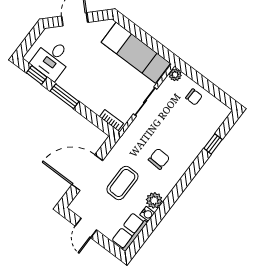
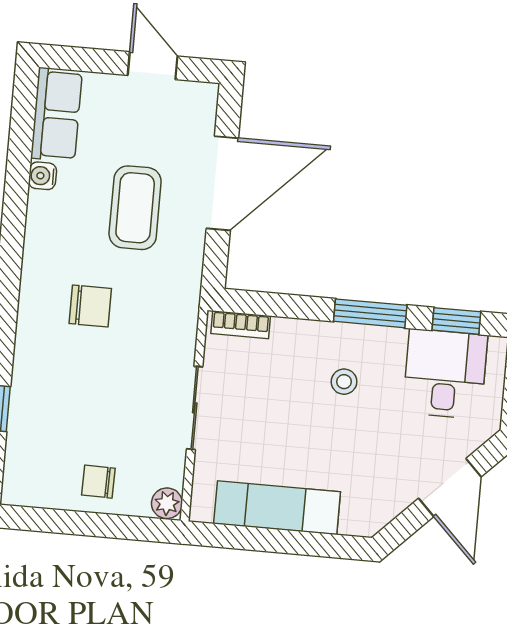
exam couch: (136, 53) -> (277, 508), width x0.73, depth x0.69
stool: (88, 78) -> (344, 382), added
chair: (159, 159) -> (90, 306), turned -93
plant: (154, 200) -> (46, 213), removed

